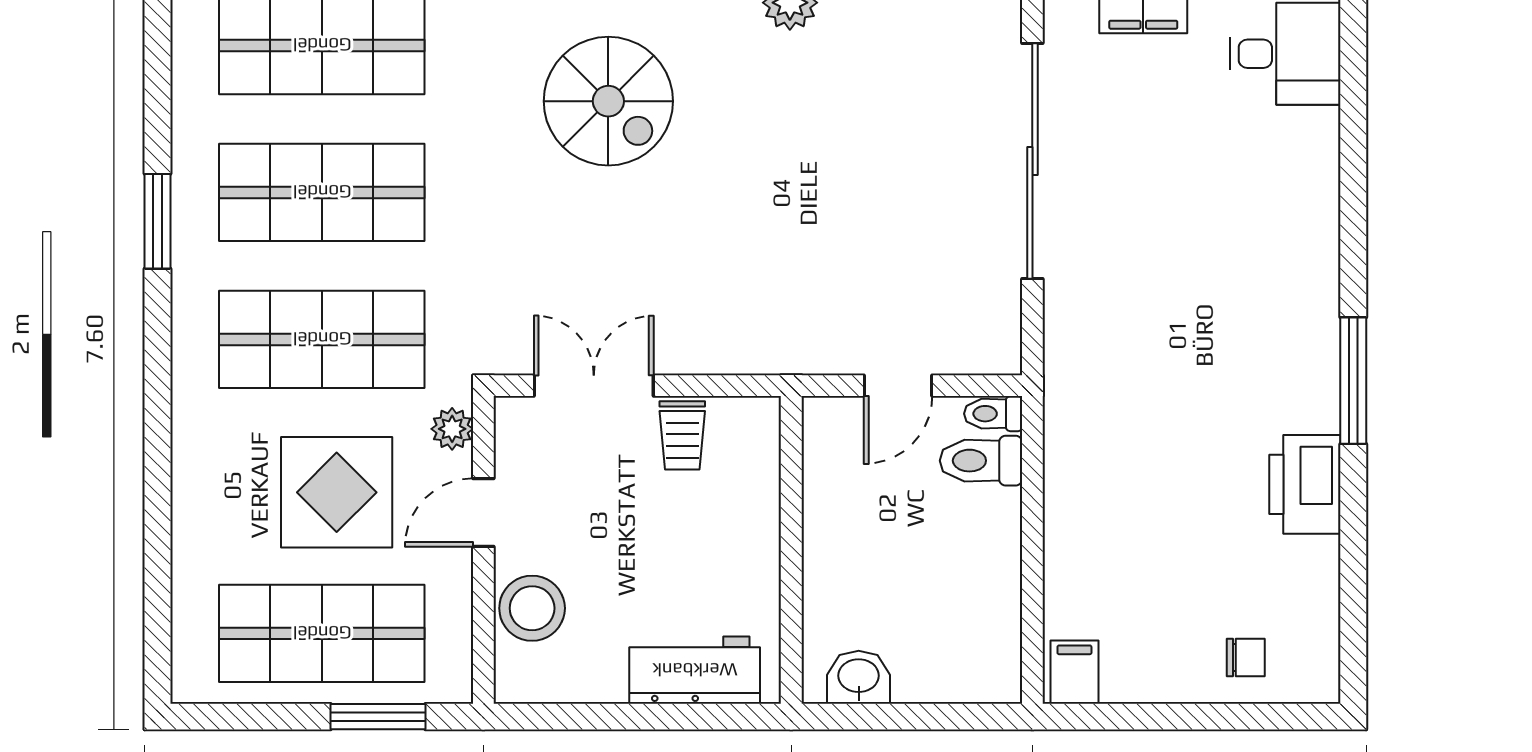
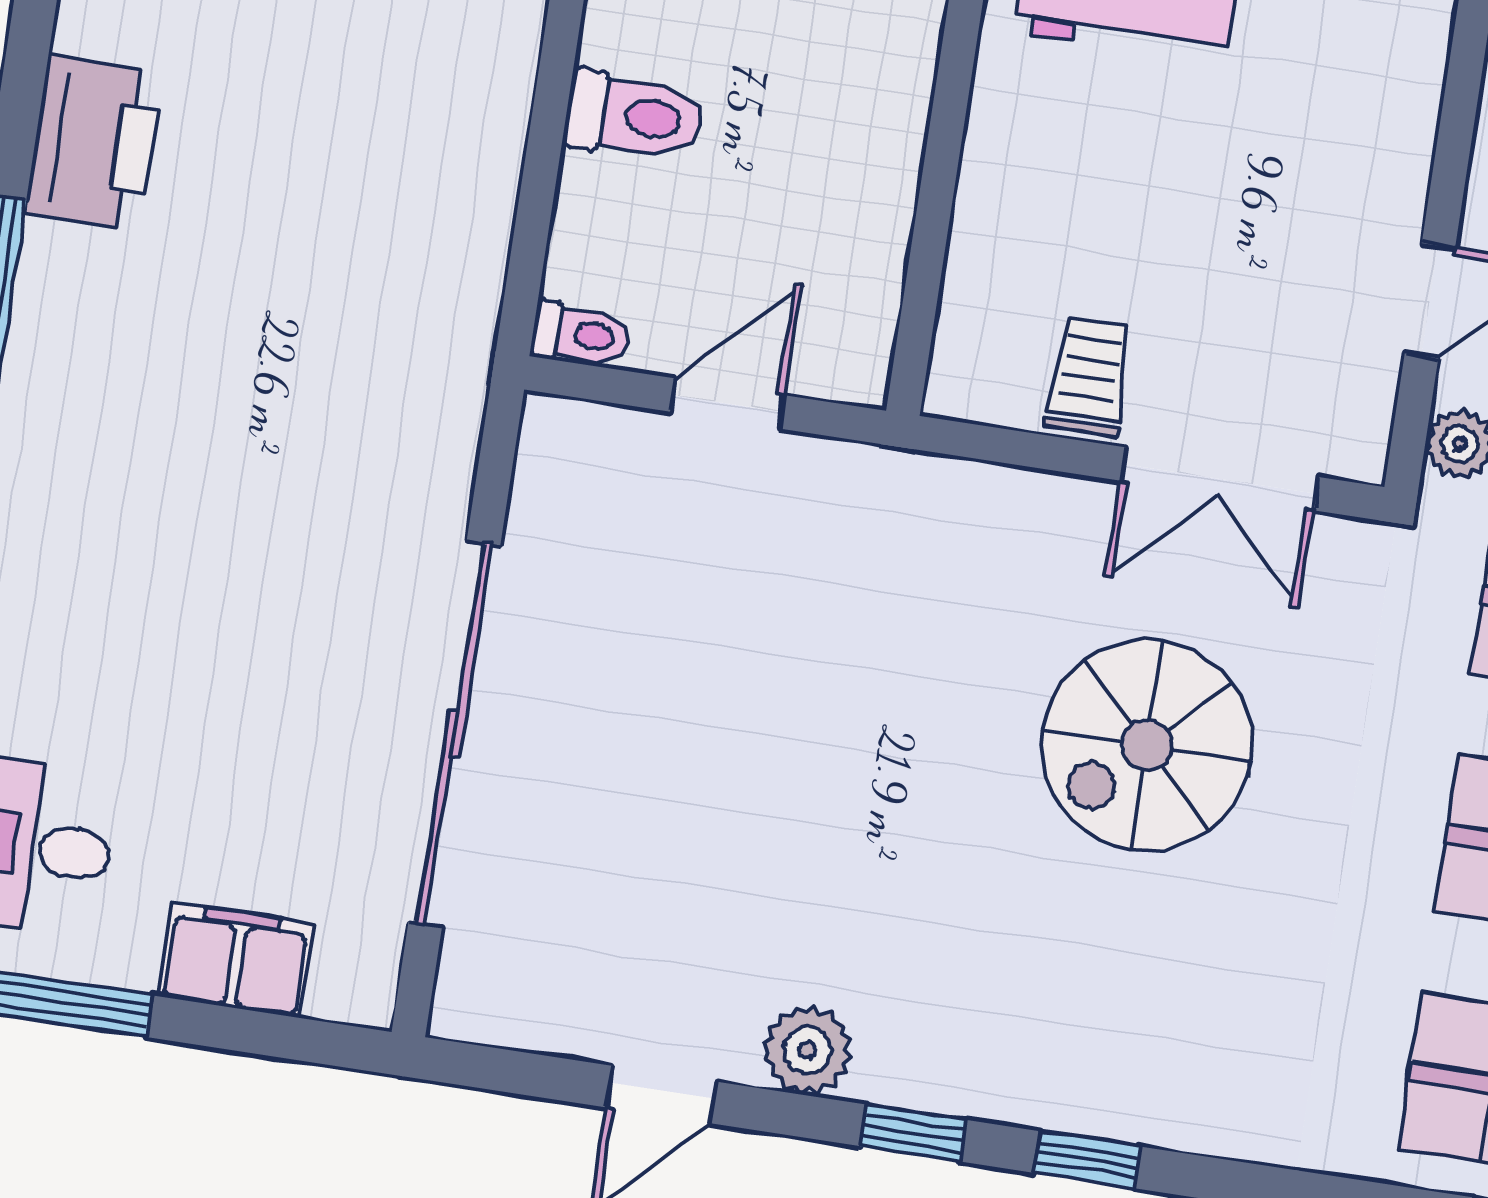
spiral stairs: (608, 101) -> (1147, 745), moved, turned -90
toilet: (981, 461) -> (634, 116), moved
stool: (532, 608) -> (1375, 134), removed

